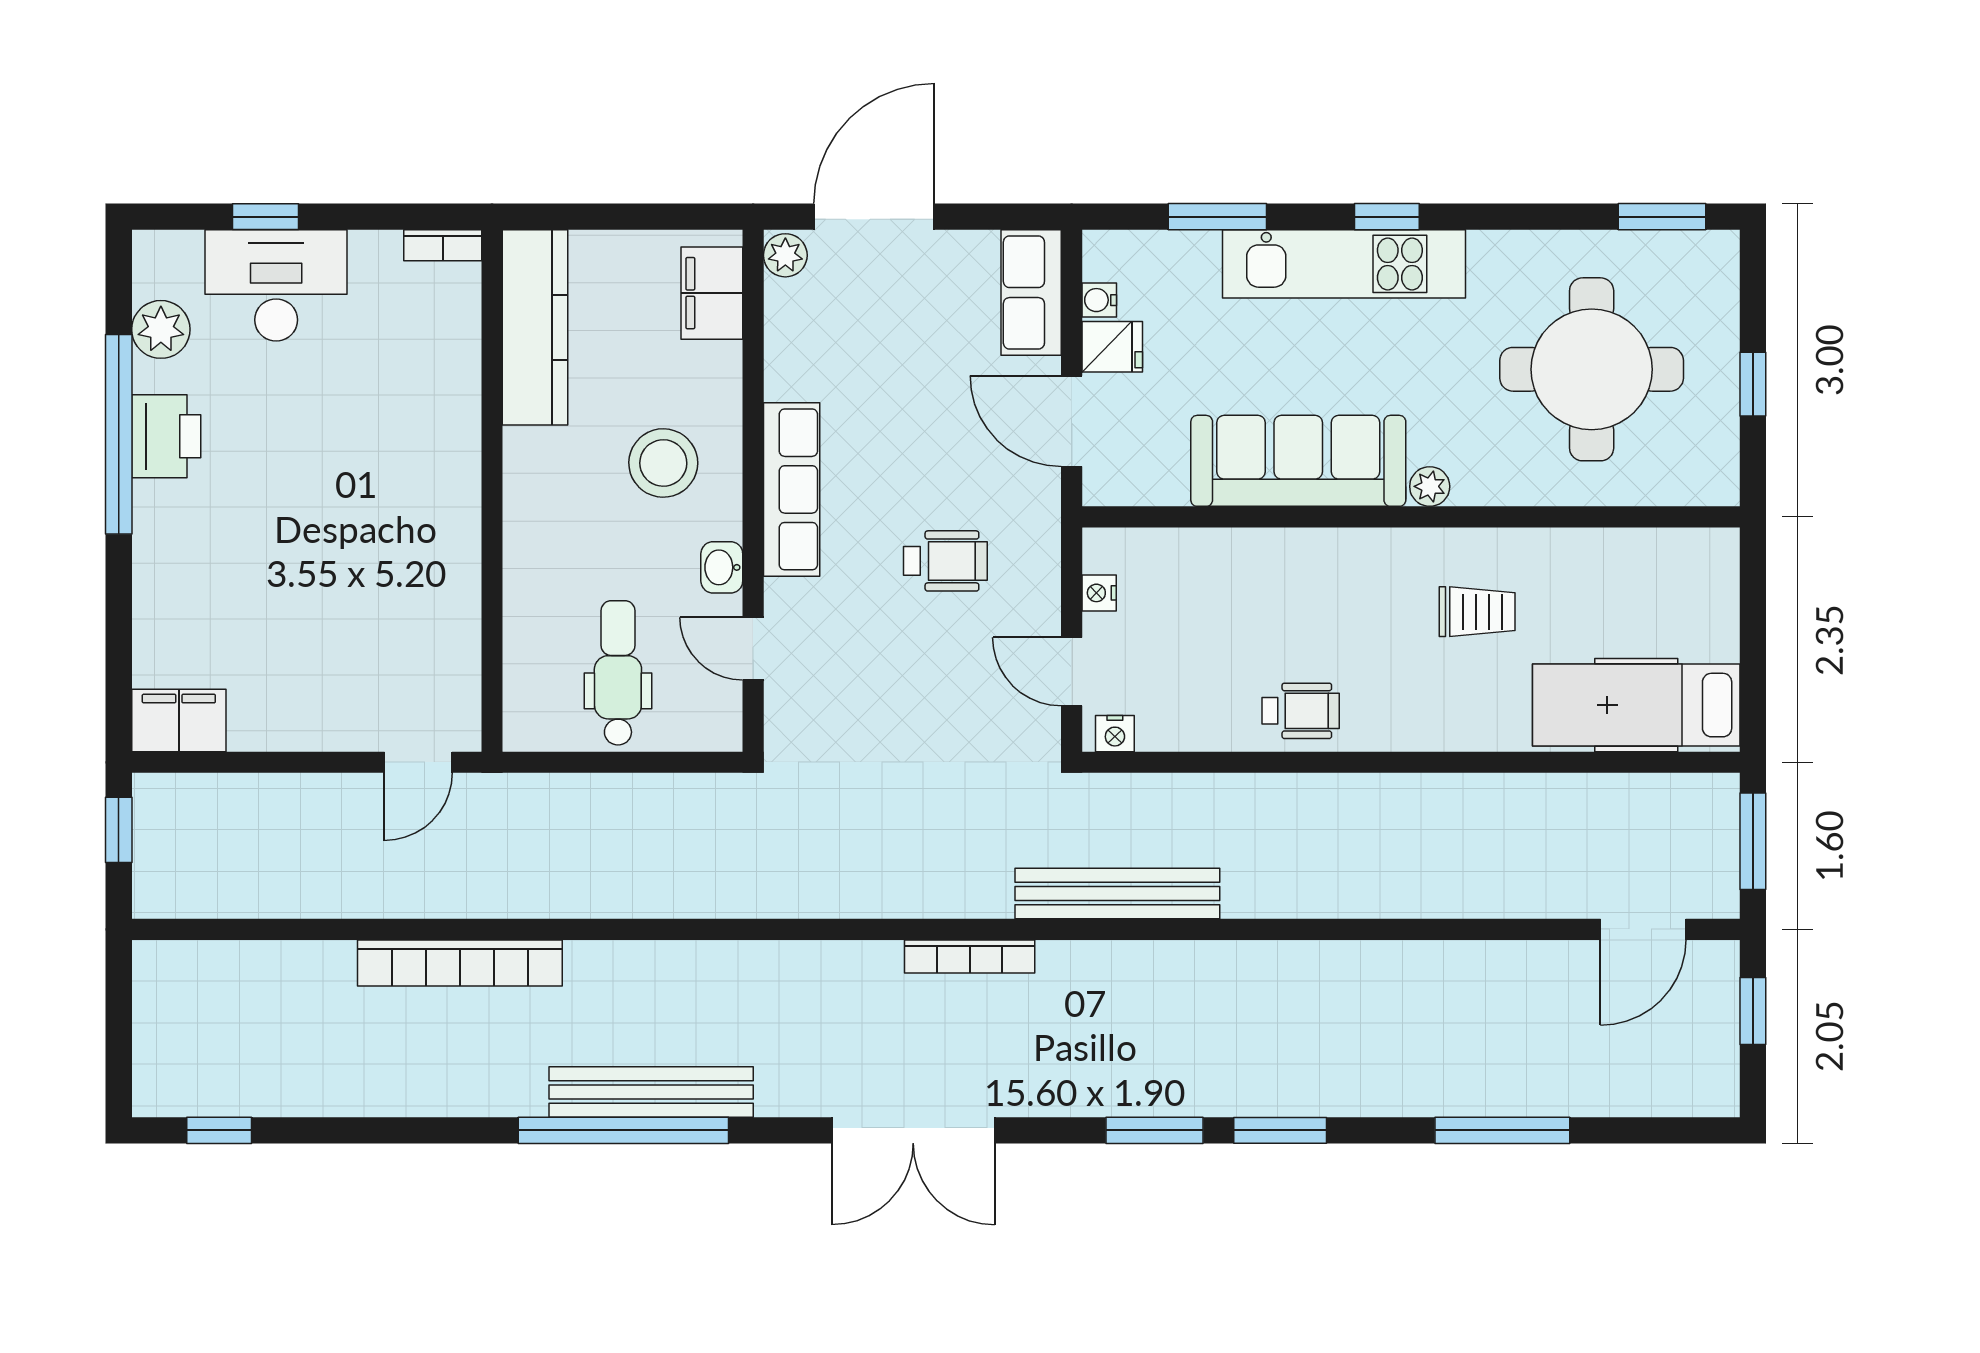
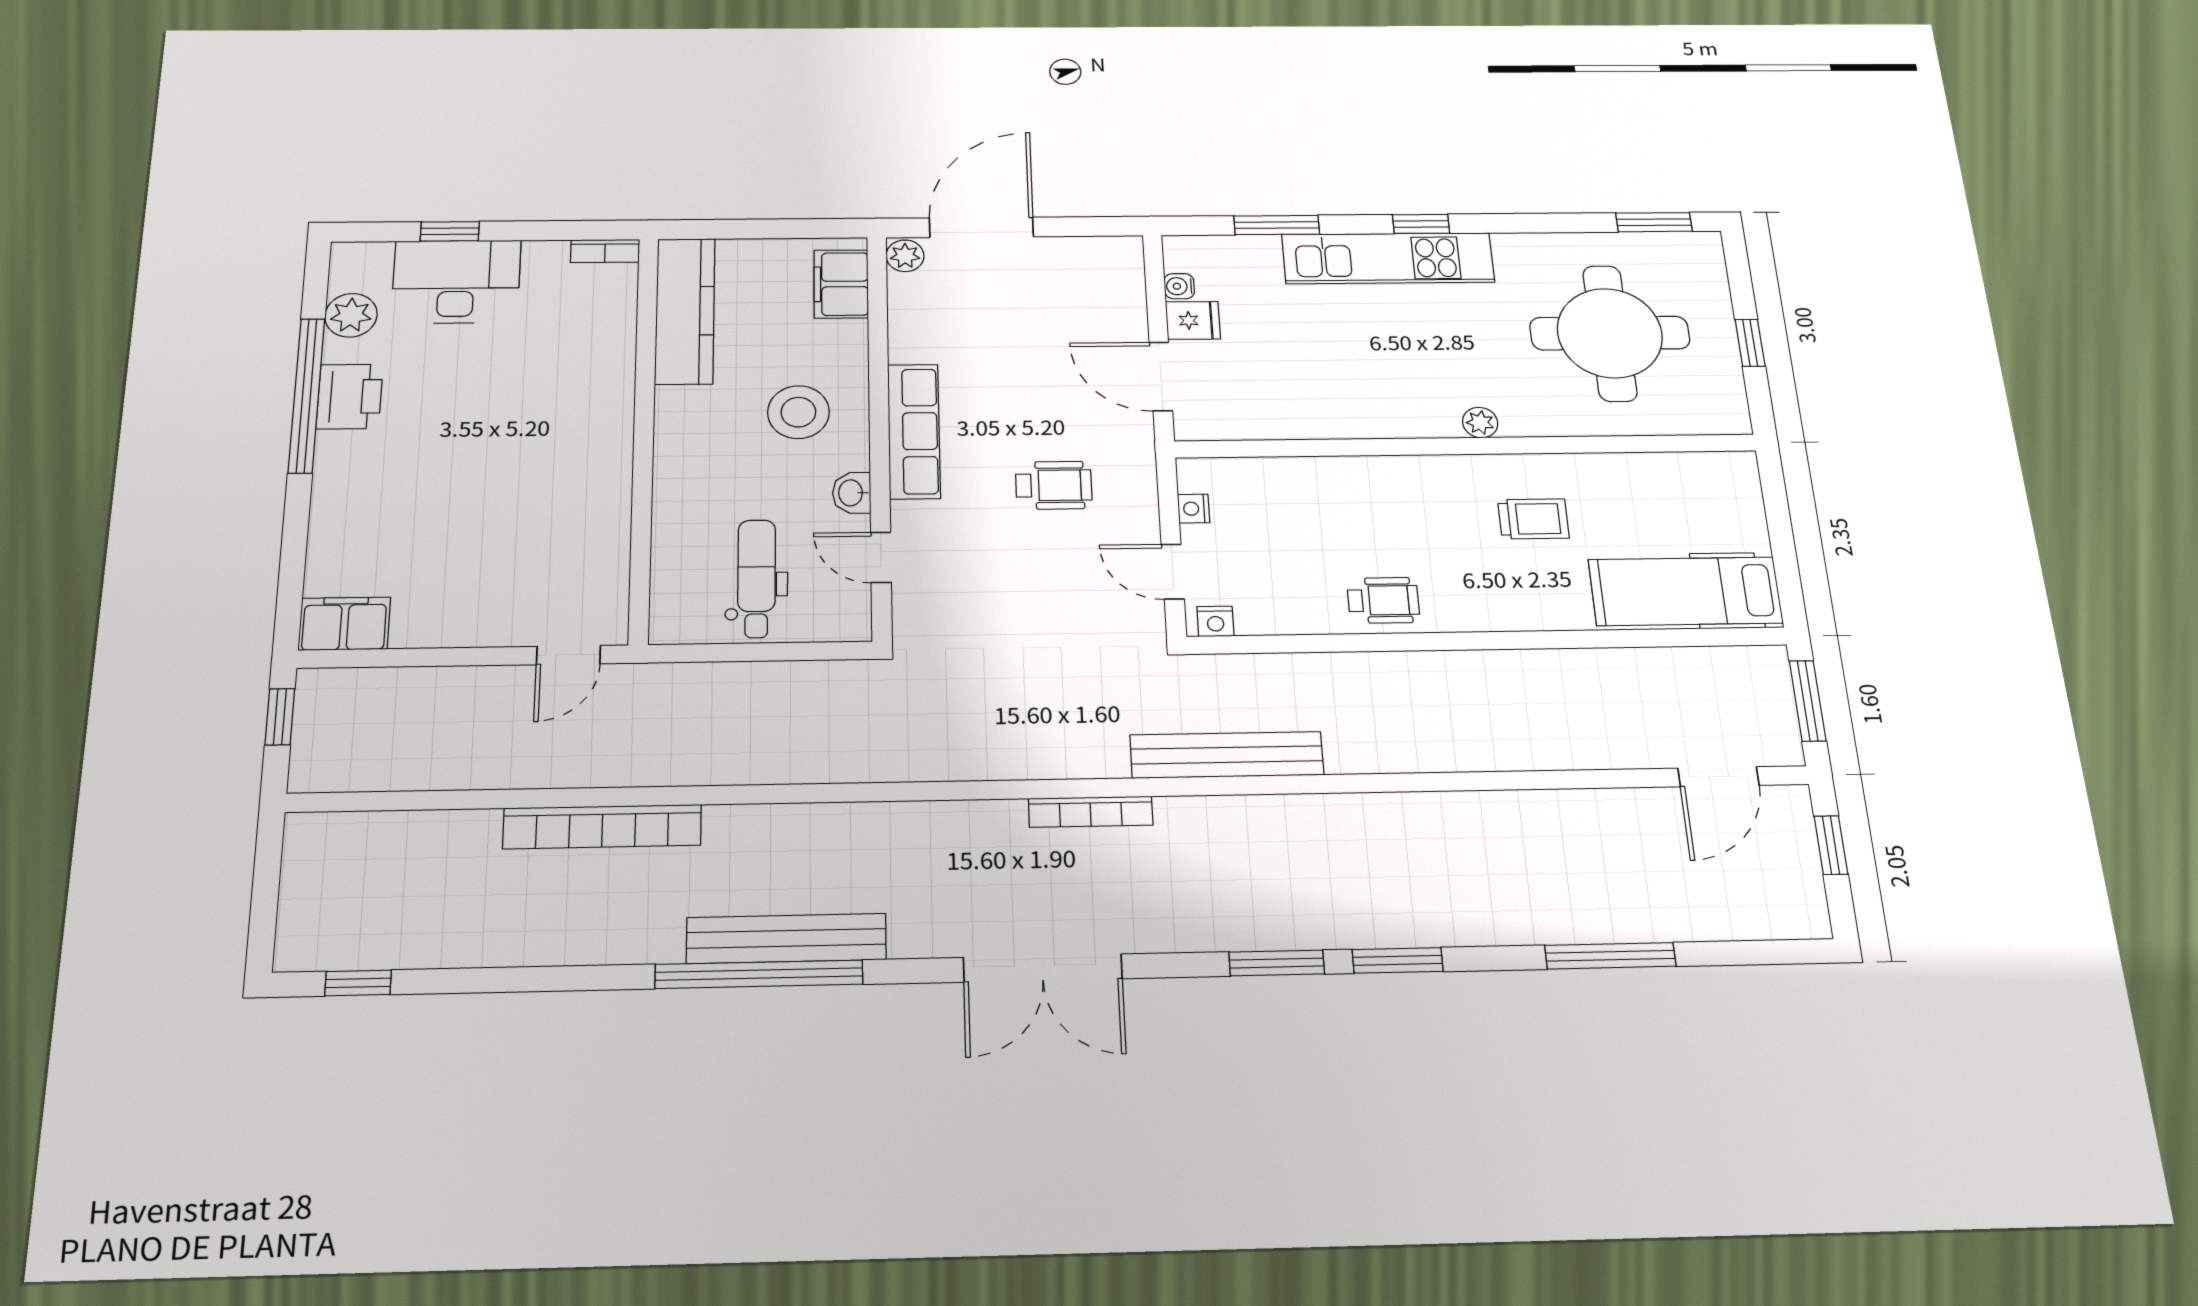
row of seats: (1031, 293) -> (1120, 281), removed
sofa: (1298, 461) -> (1363, 404), removed

